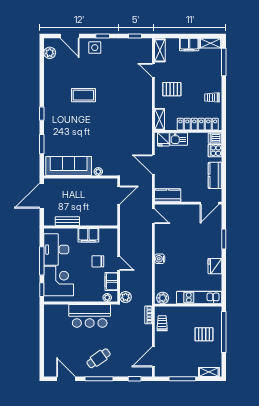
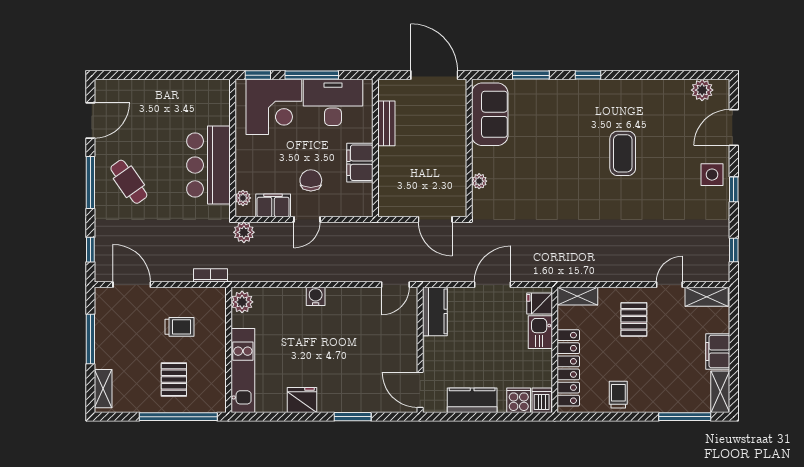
sofa: (69, 166) -> (490, 114), width x0.73
trolley: (162, 323) -> (180, 327), moved

